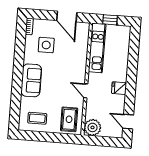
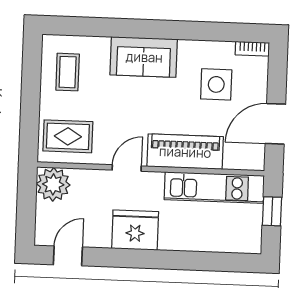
piano: (79, 62) -> (185, 152), added
fridge: (119, 88) -> (135, 230), width x1.88, depth x1.34

